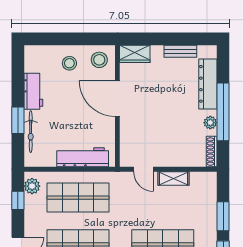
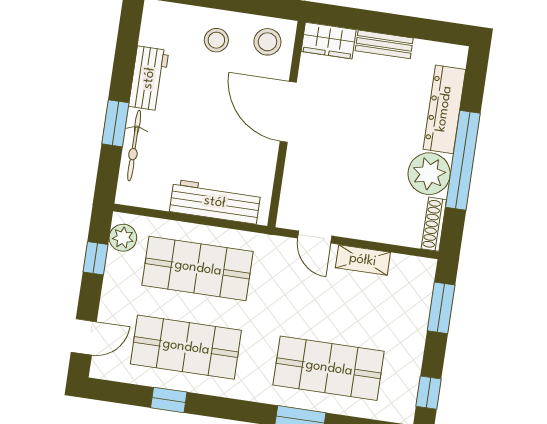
bench: (180, 51) -> (384, 44), moved
plant: (210, 123) -> (429, 174), width x1.88, depth x1.88
window: (223, 216) -> (441, 308), moved

